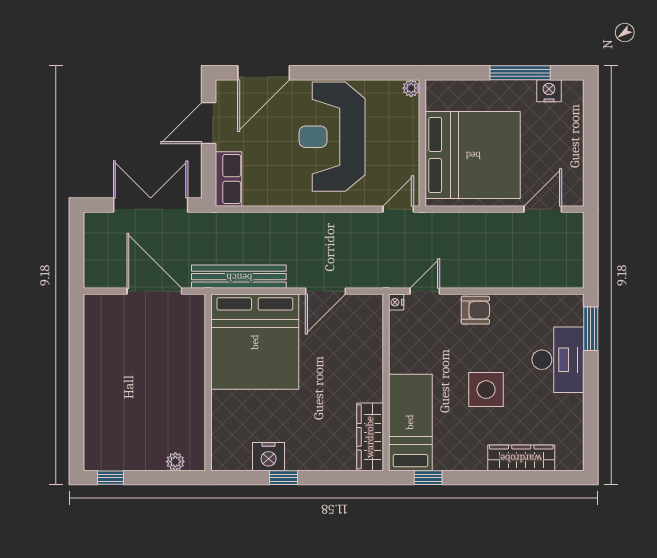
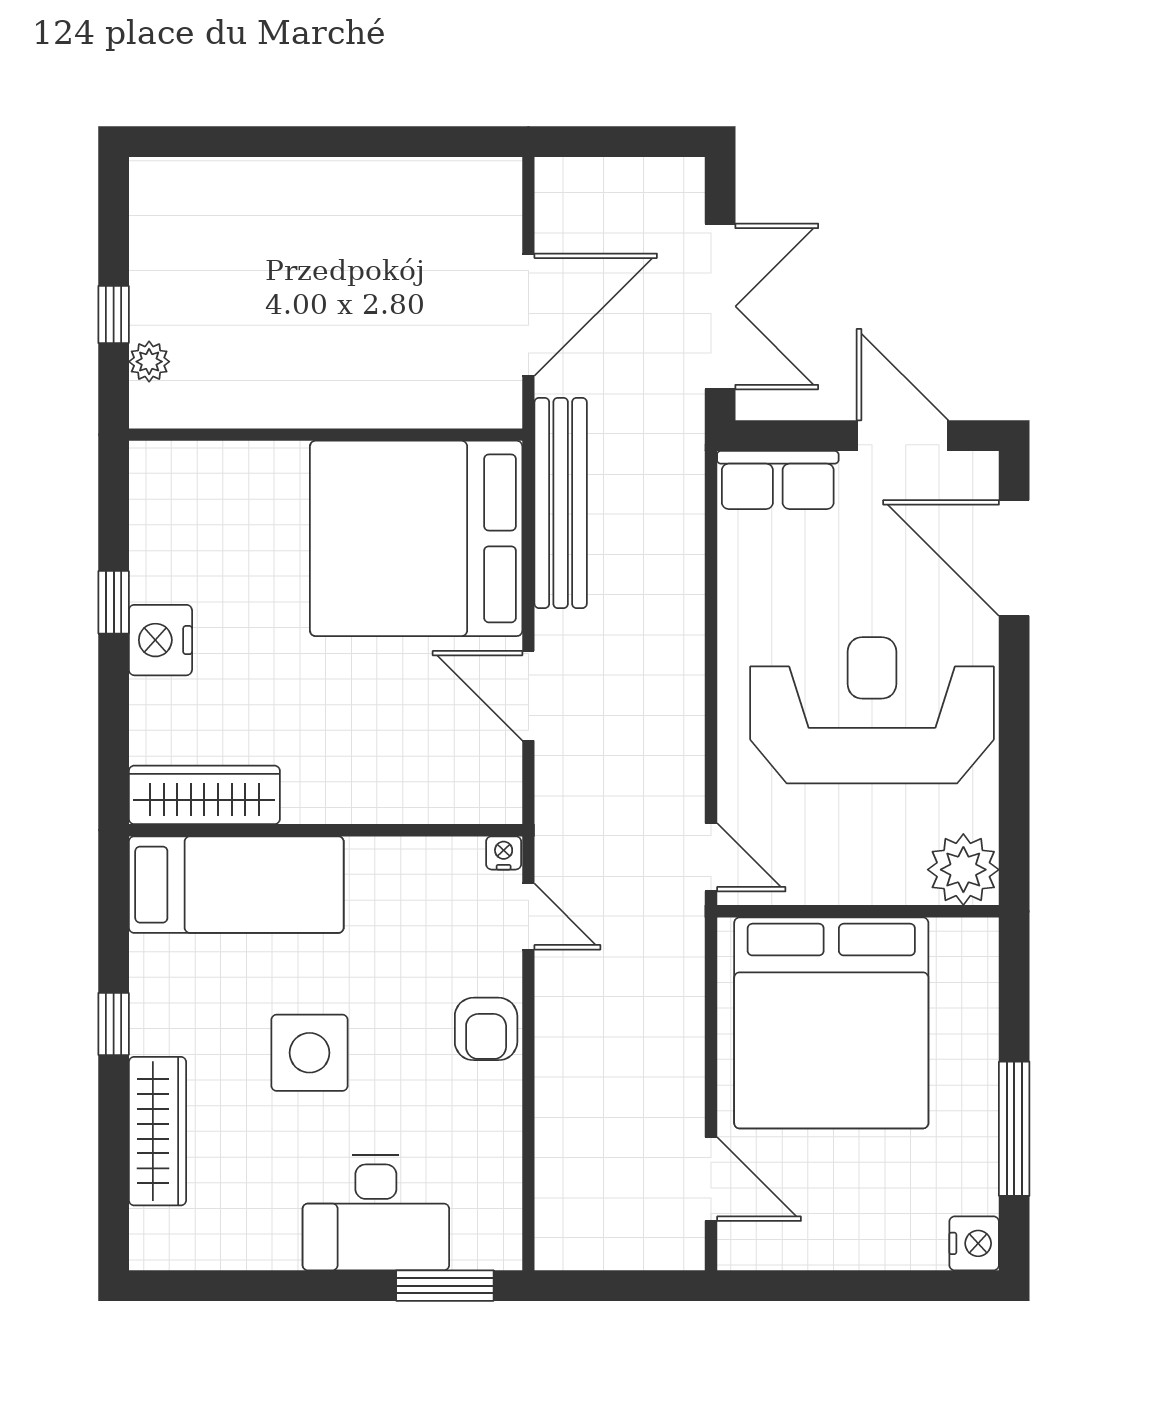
plant: (411, 88) -> (963, 870), width x1.87, depth x1.87
nightstand: (549, 91) -> (974, 1243), moved
nightstand: (269, 457) -> (160, 640), moved
window: (110, 478) -> (114, 315), moved
window: (428, 478) -> (114, 1024), moved

